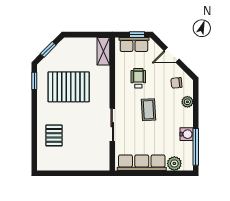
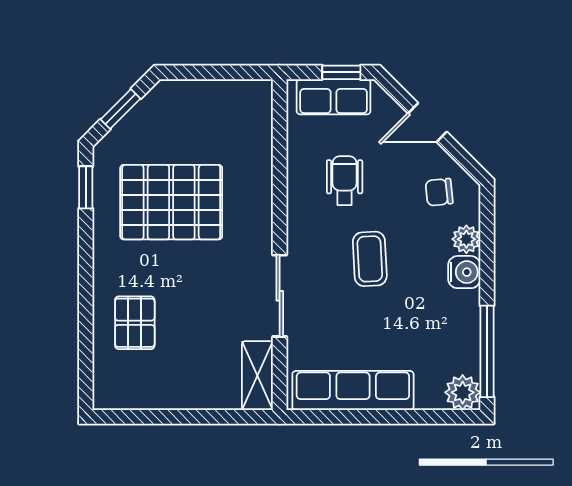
shelving: (103, 51) -> (257, 376), moved
water cooler: (187, 134) -> (464, 272), moved
plant: (174, 163) -> (463, 392), moved

